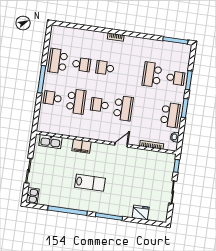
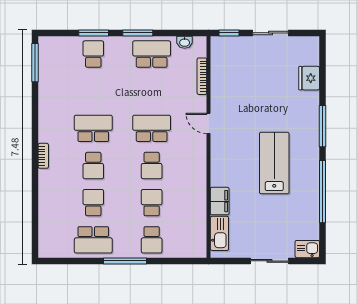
school desk: (152, 75) -> (93, 128), moved, turned 180
school desk: (76, 101) -> (152, 203), width x0.54
filing cabinet: (81, 146) -> (220, 201), moved
lab bench: (90, 183) -> (274, 163), width x1.36, depth x1.39

